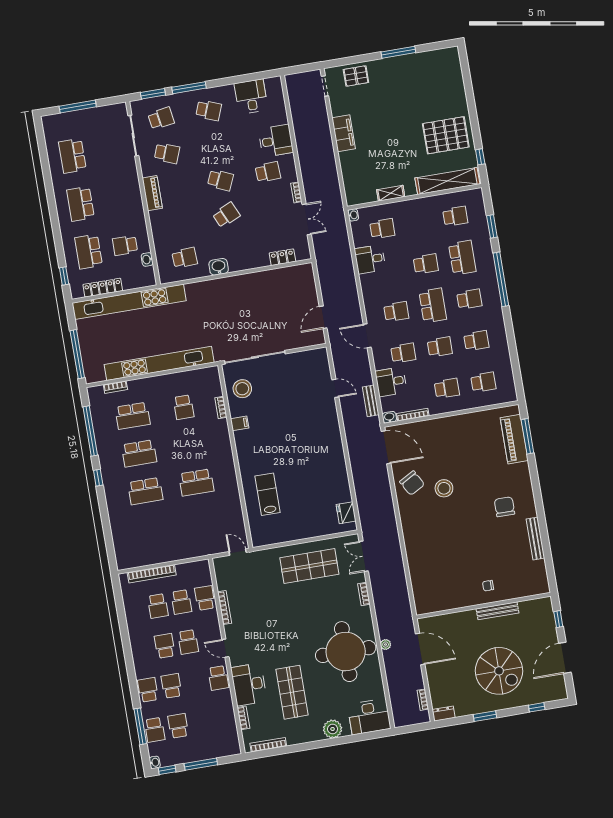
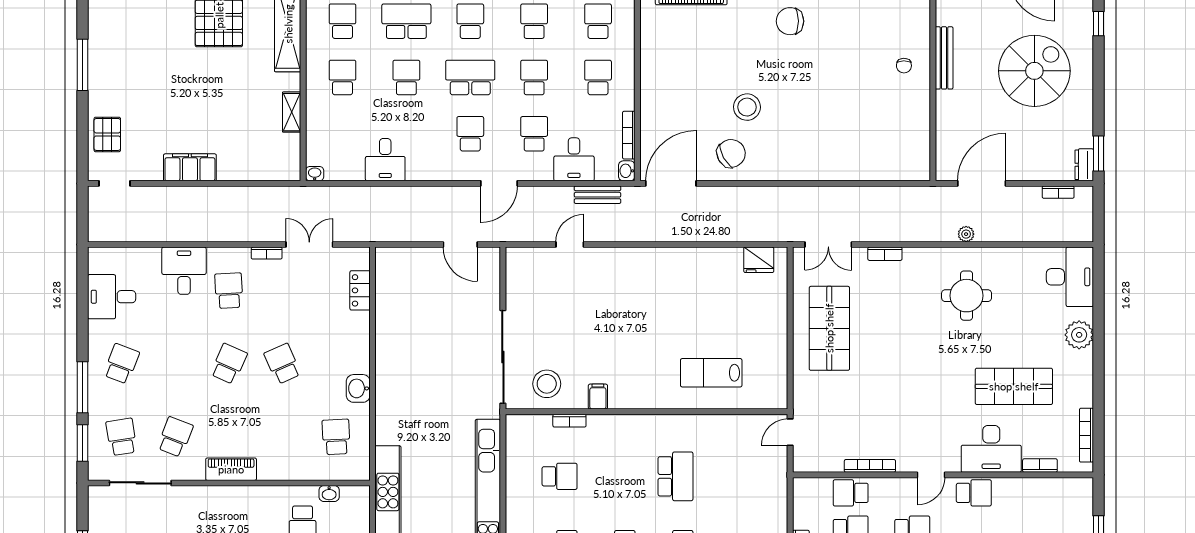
school desk: (382, 229) -> (343, 77), moved
round table: (346, 652) -> (967, 296), width x0.54, depth x0.54
window: (485, 716) -> (1098, 153), moved

